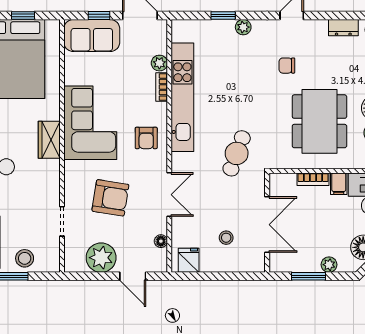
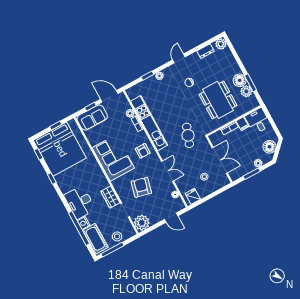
wardrobe: (49, 140) -> (110, 197), moved
armchair: (110, 198) -> (141, 187), turned -85
plant: (101, 258) -> (142, 223), moved

